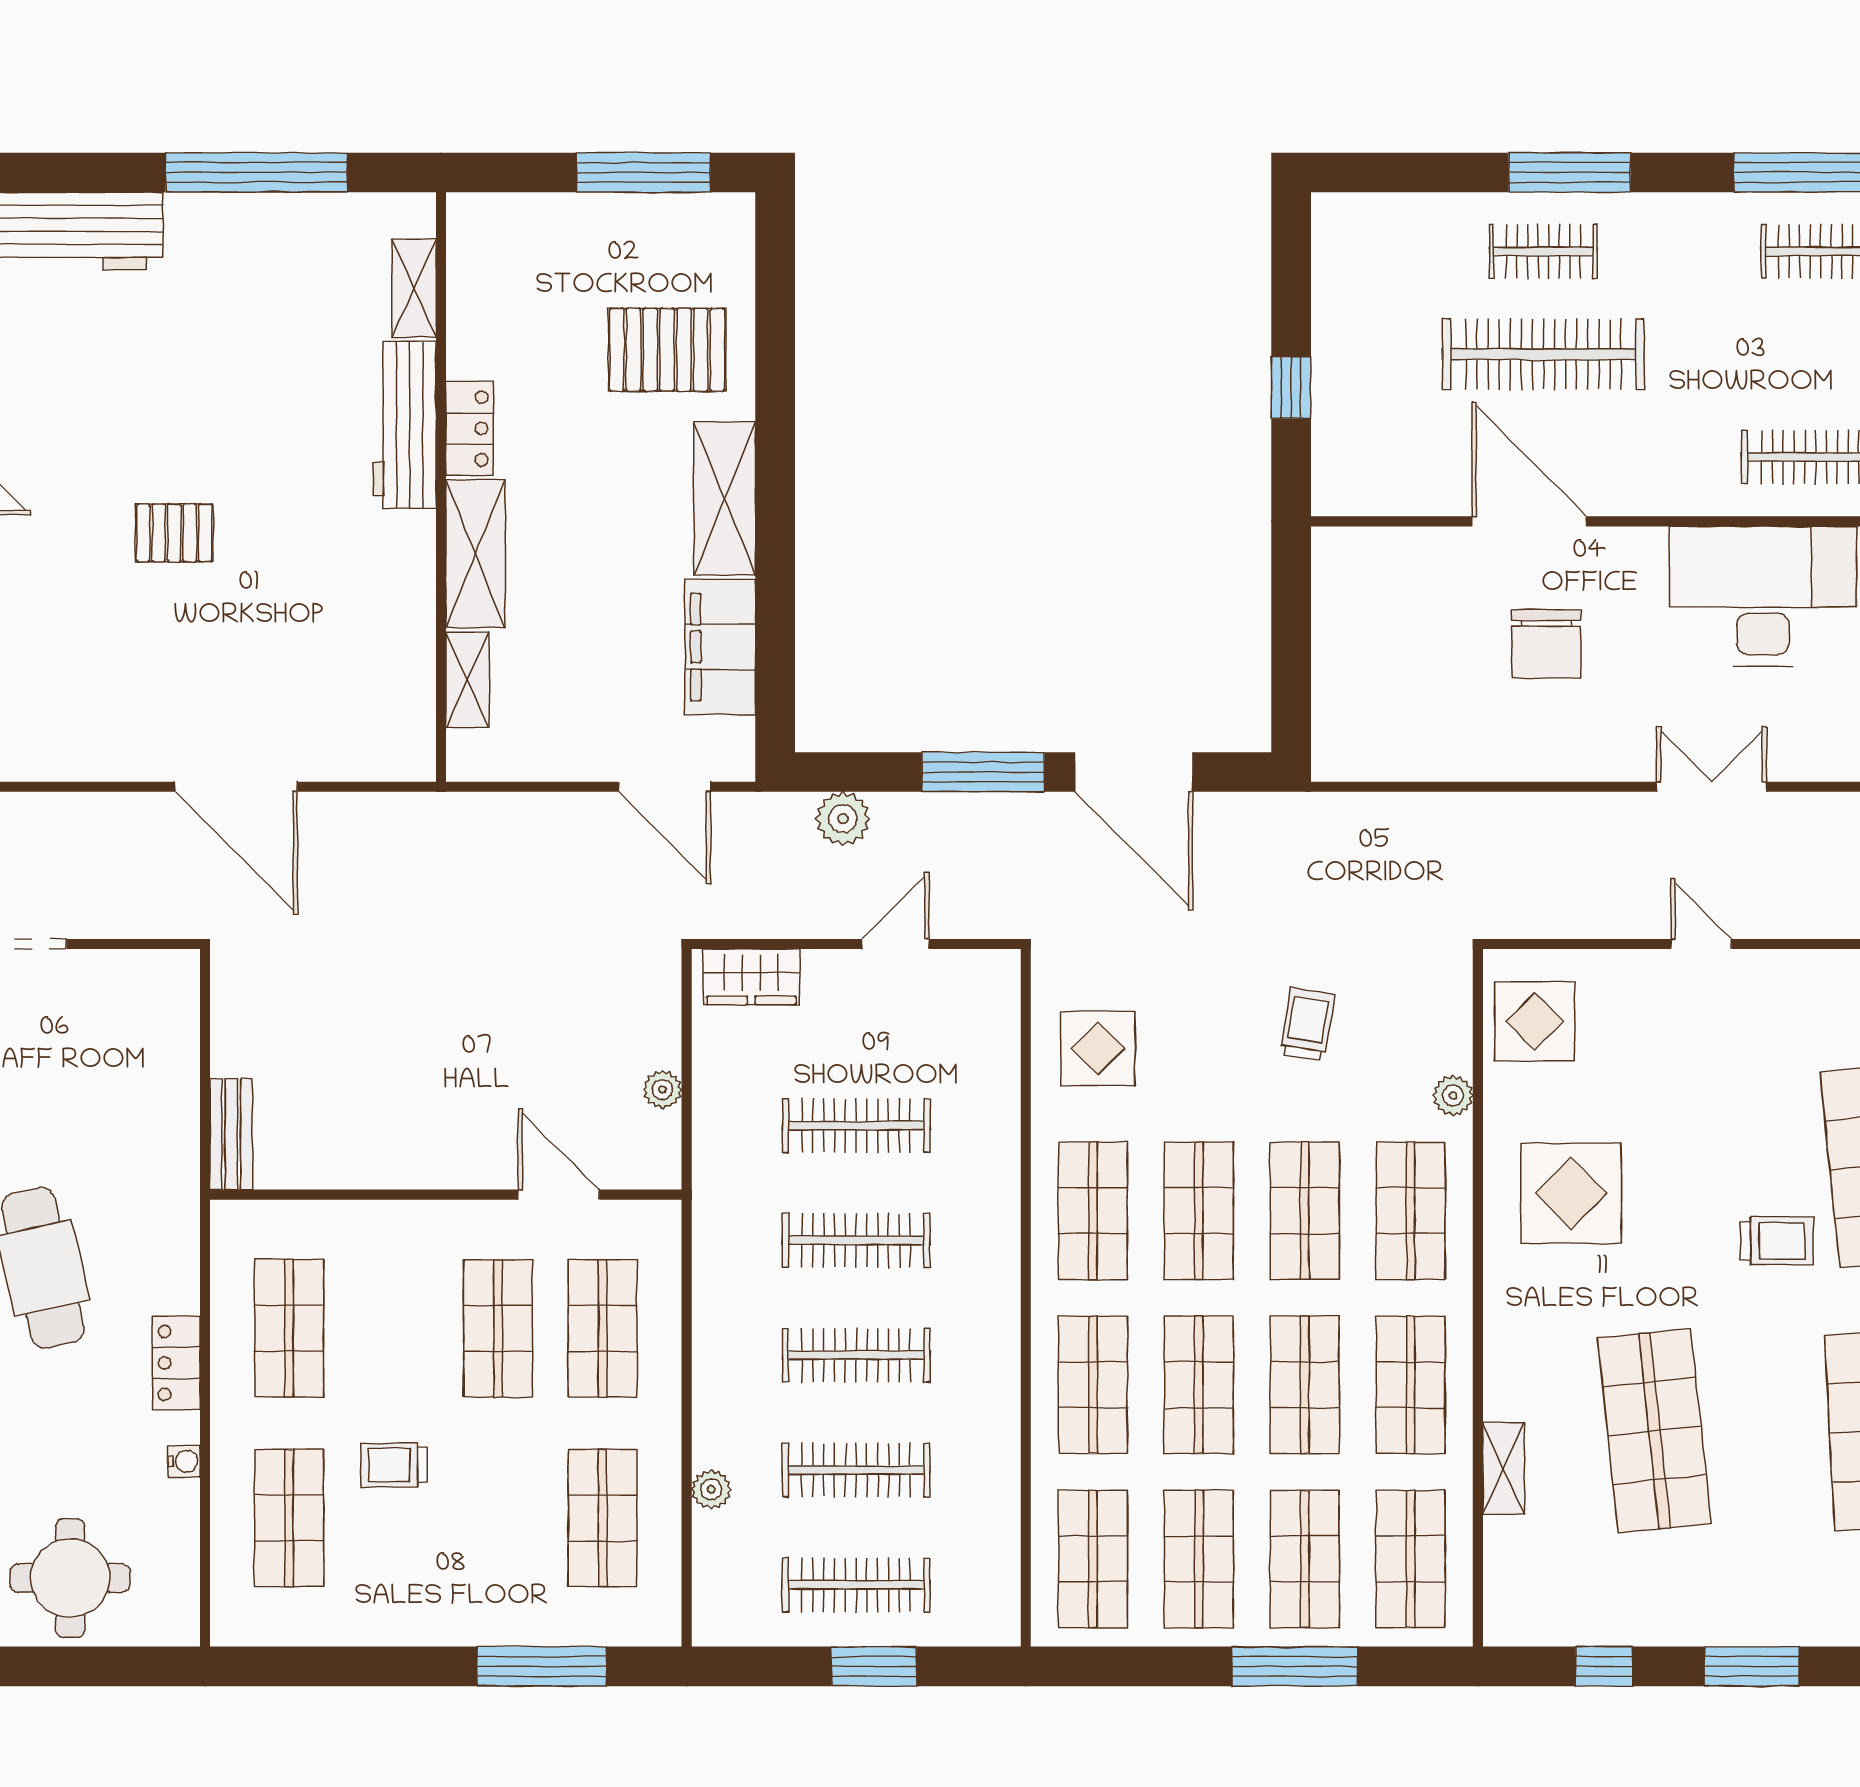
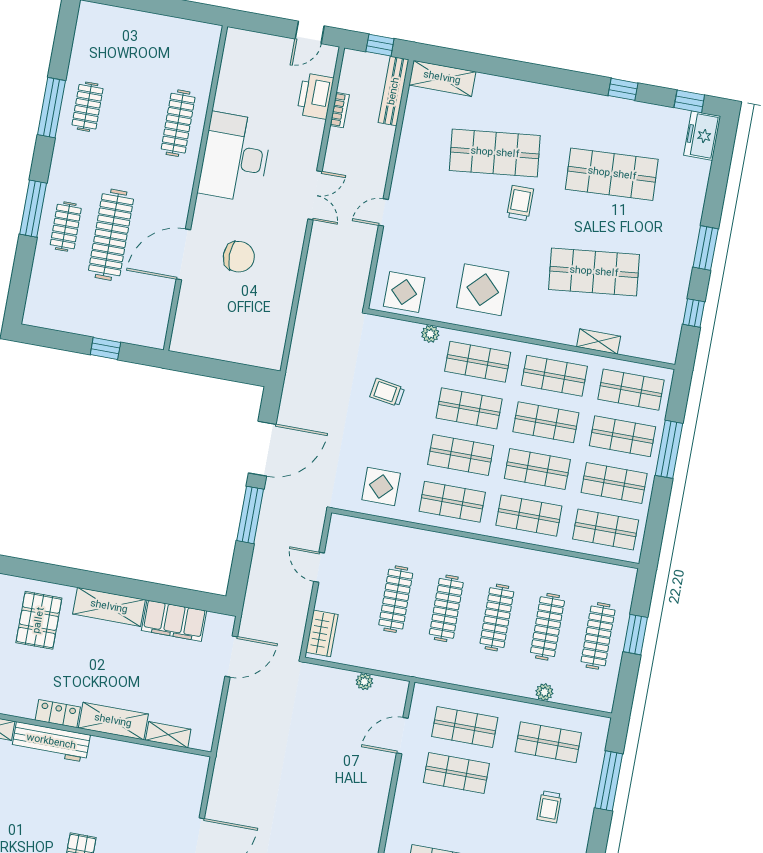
double door: (1712, 787) -> (315, 195), swing flipped
plant: (843, 819) -> (259, 580), removed
trolley: (394, 1465) -> (549, 807), moved

